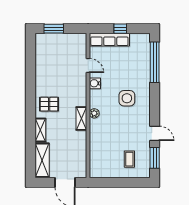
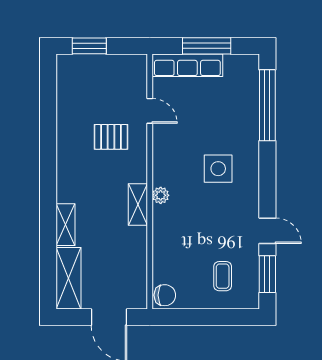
window: (120, 29) -> (207, 46), width x2.17
water cooler: (95, 83) -> (162, 142), removed
pallet: (49, 104) -> (111, 137), moved
chair: (97, 170) -> (165, 295), added

